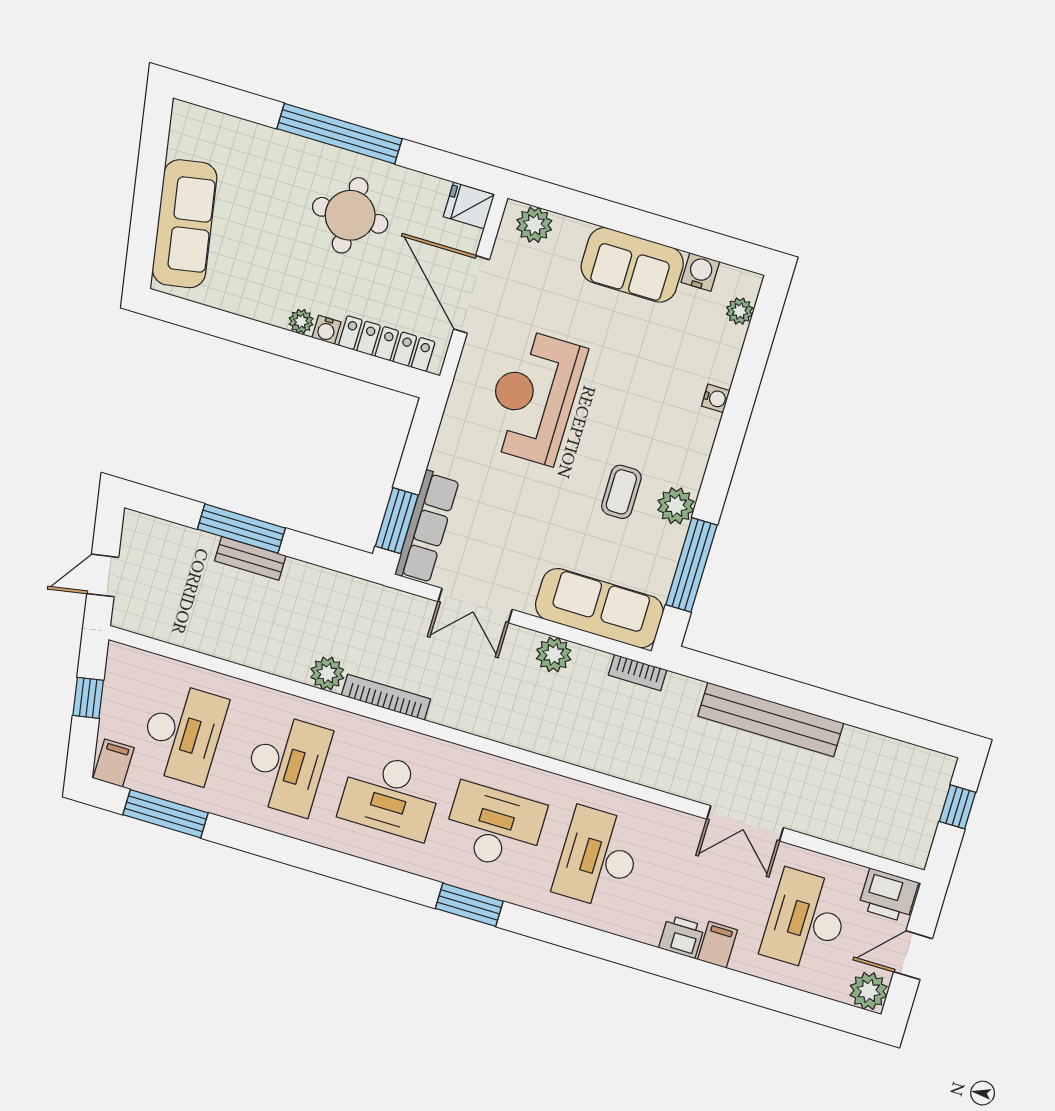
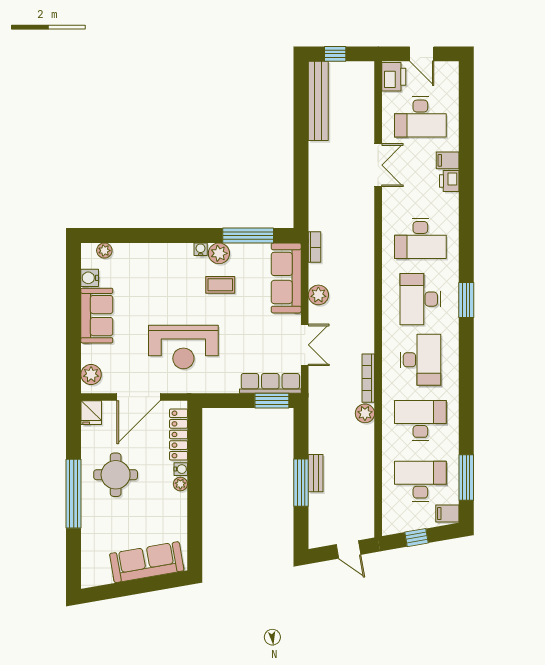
water cooler: (716, 398) -> (201, 249), moved
bench: (771, 720) -> (318, 101), moved
plant: (869, 991) -> (448, 72), removed

